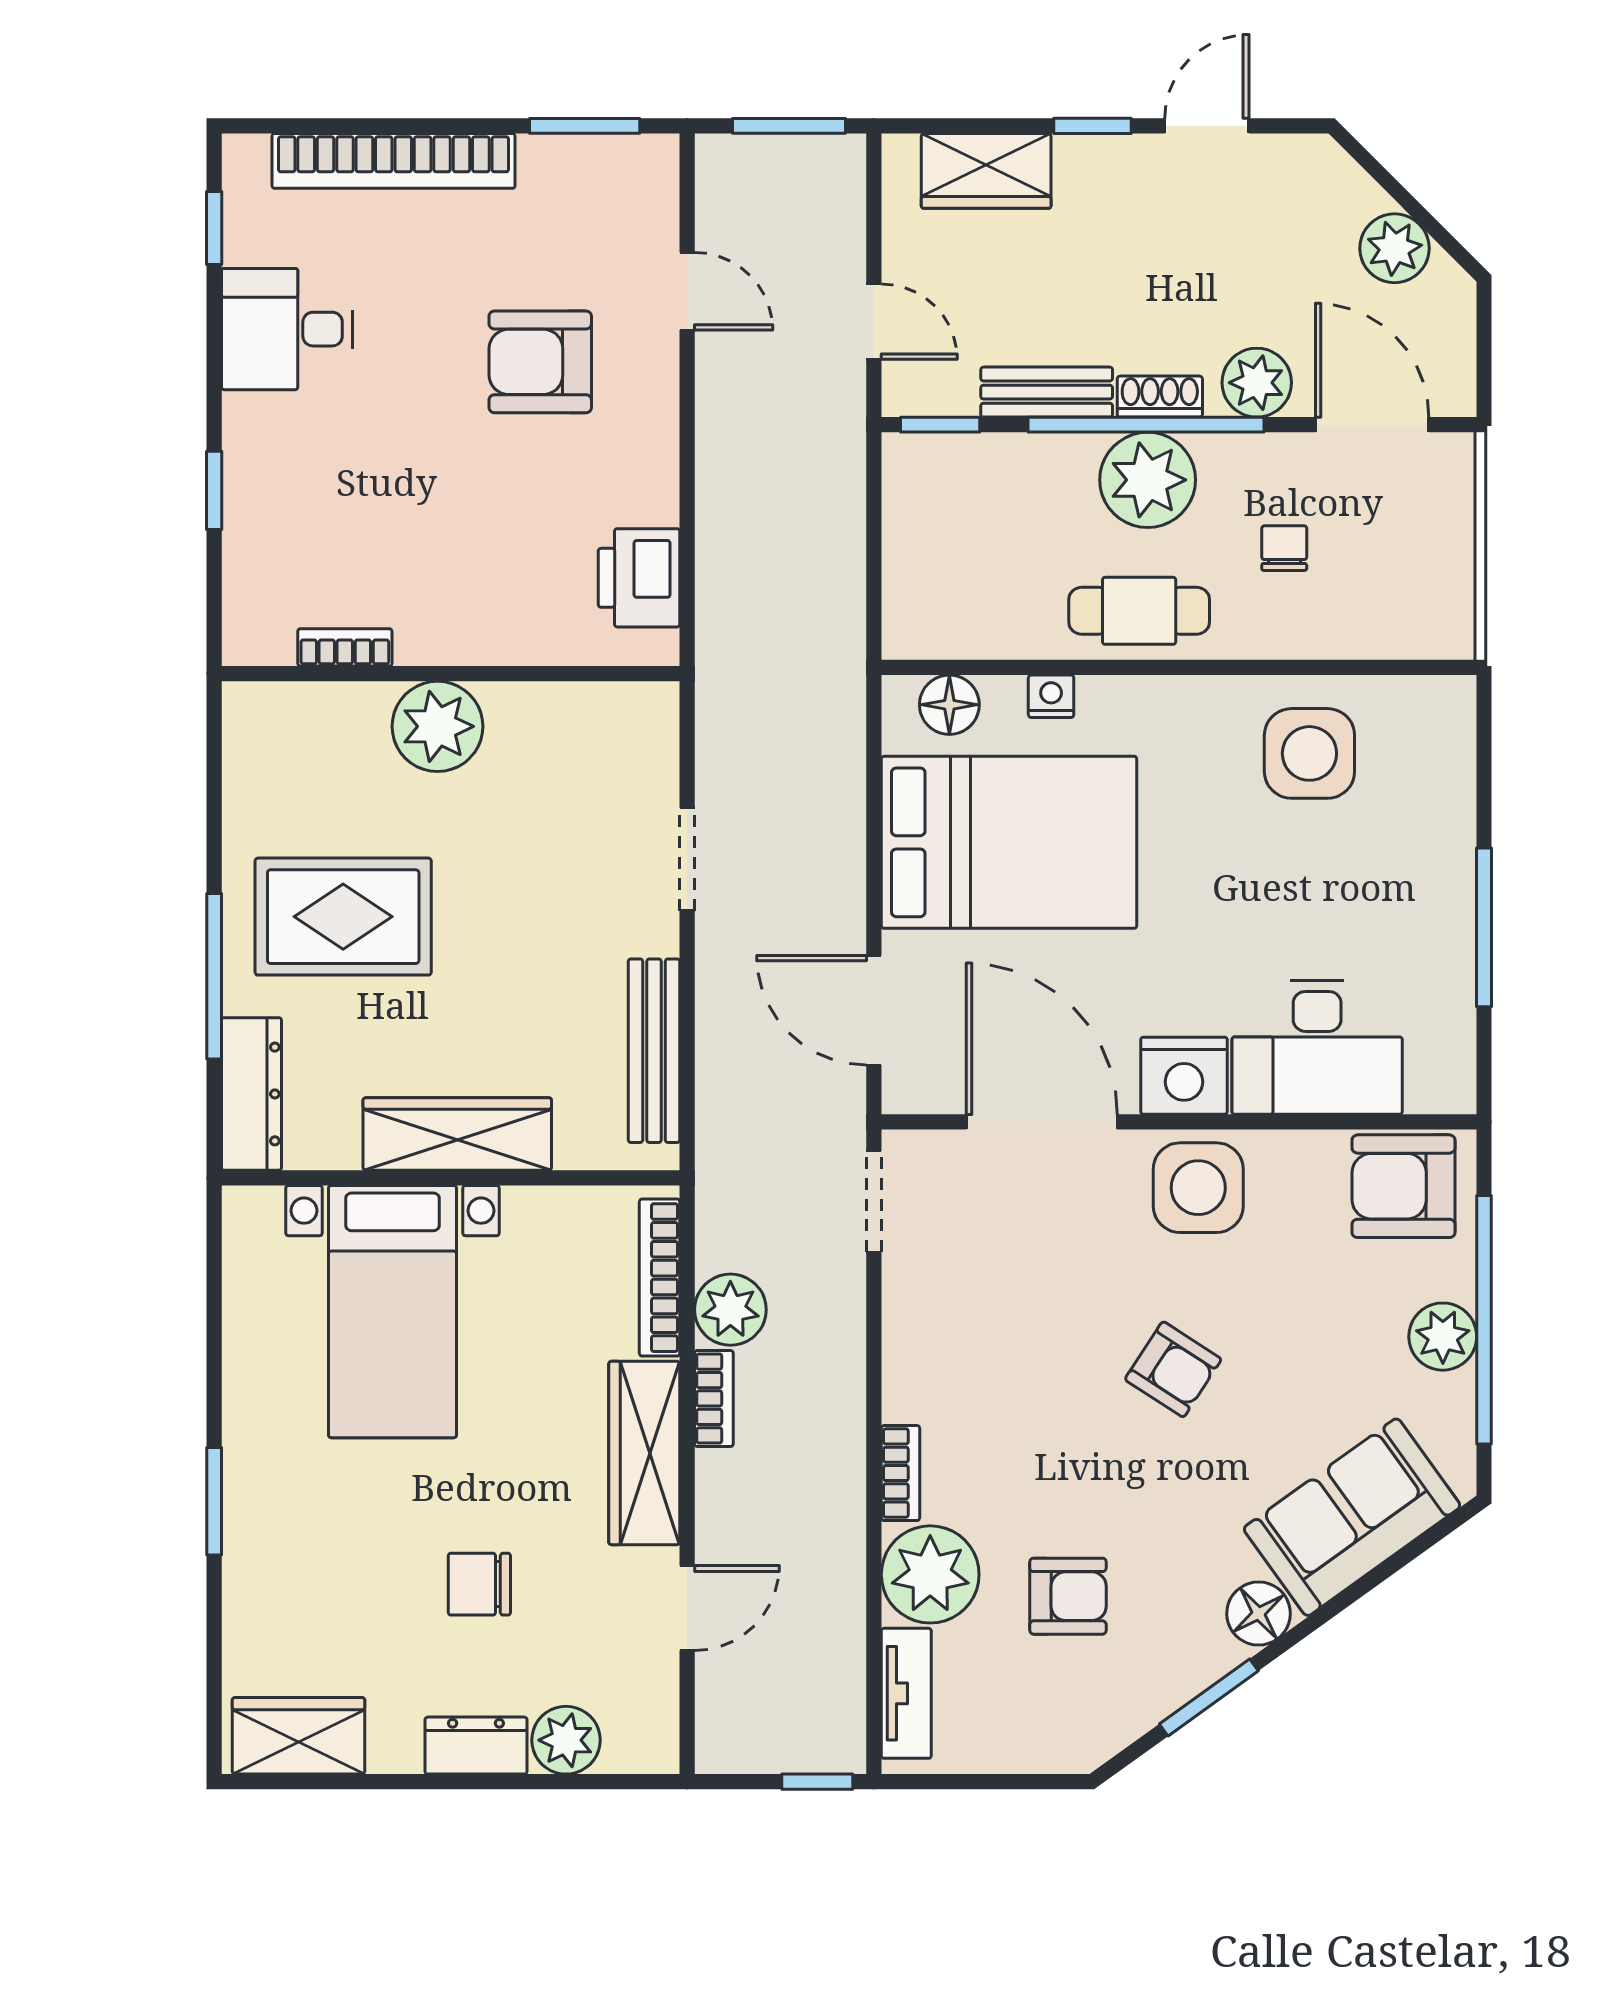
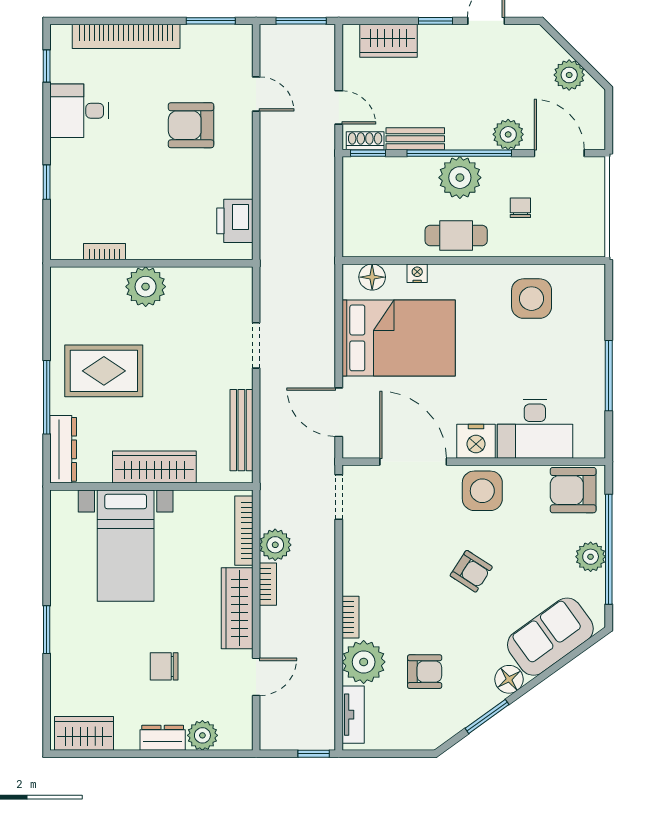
shoe rack: (1160, 397) -> (365, 141), moved

